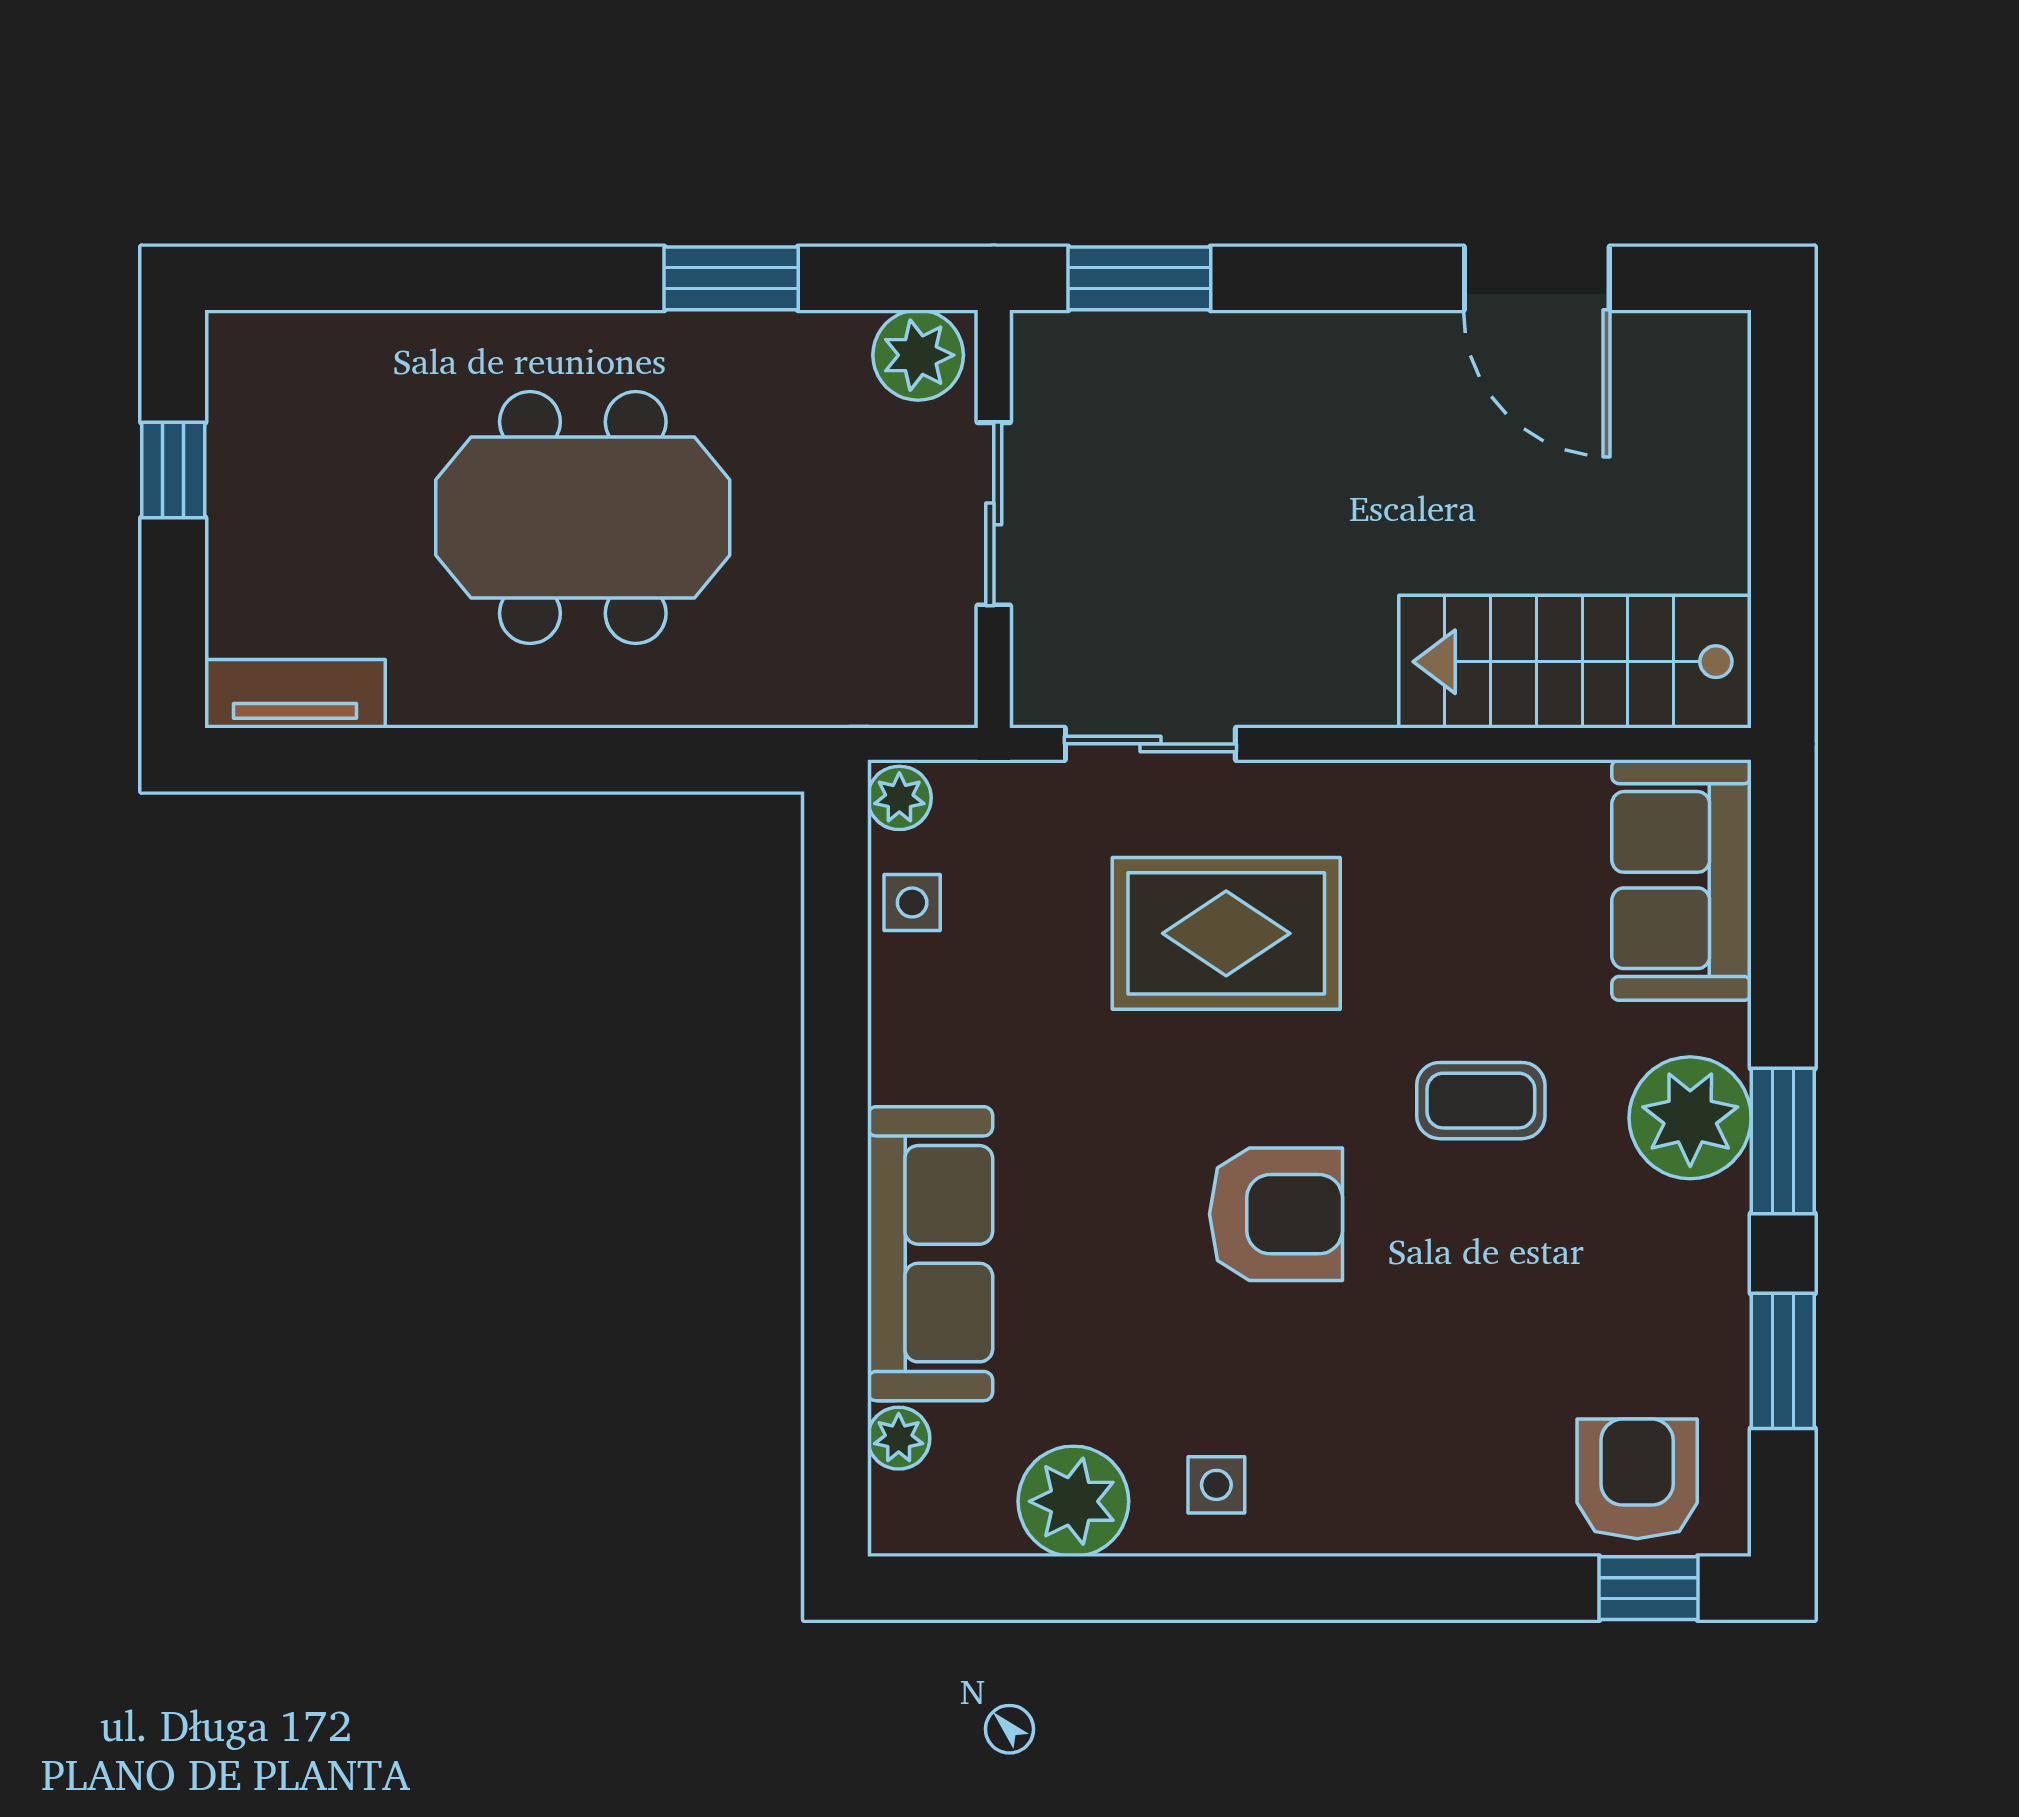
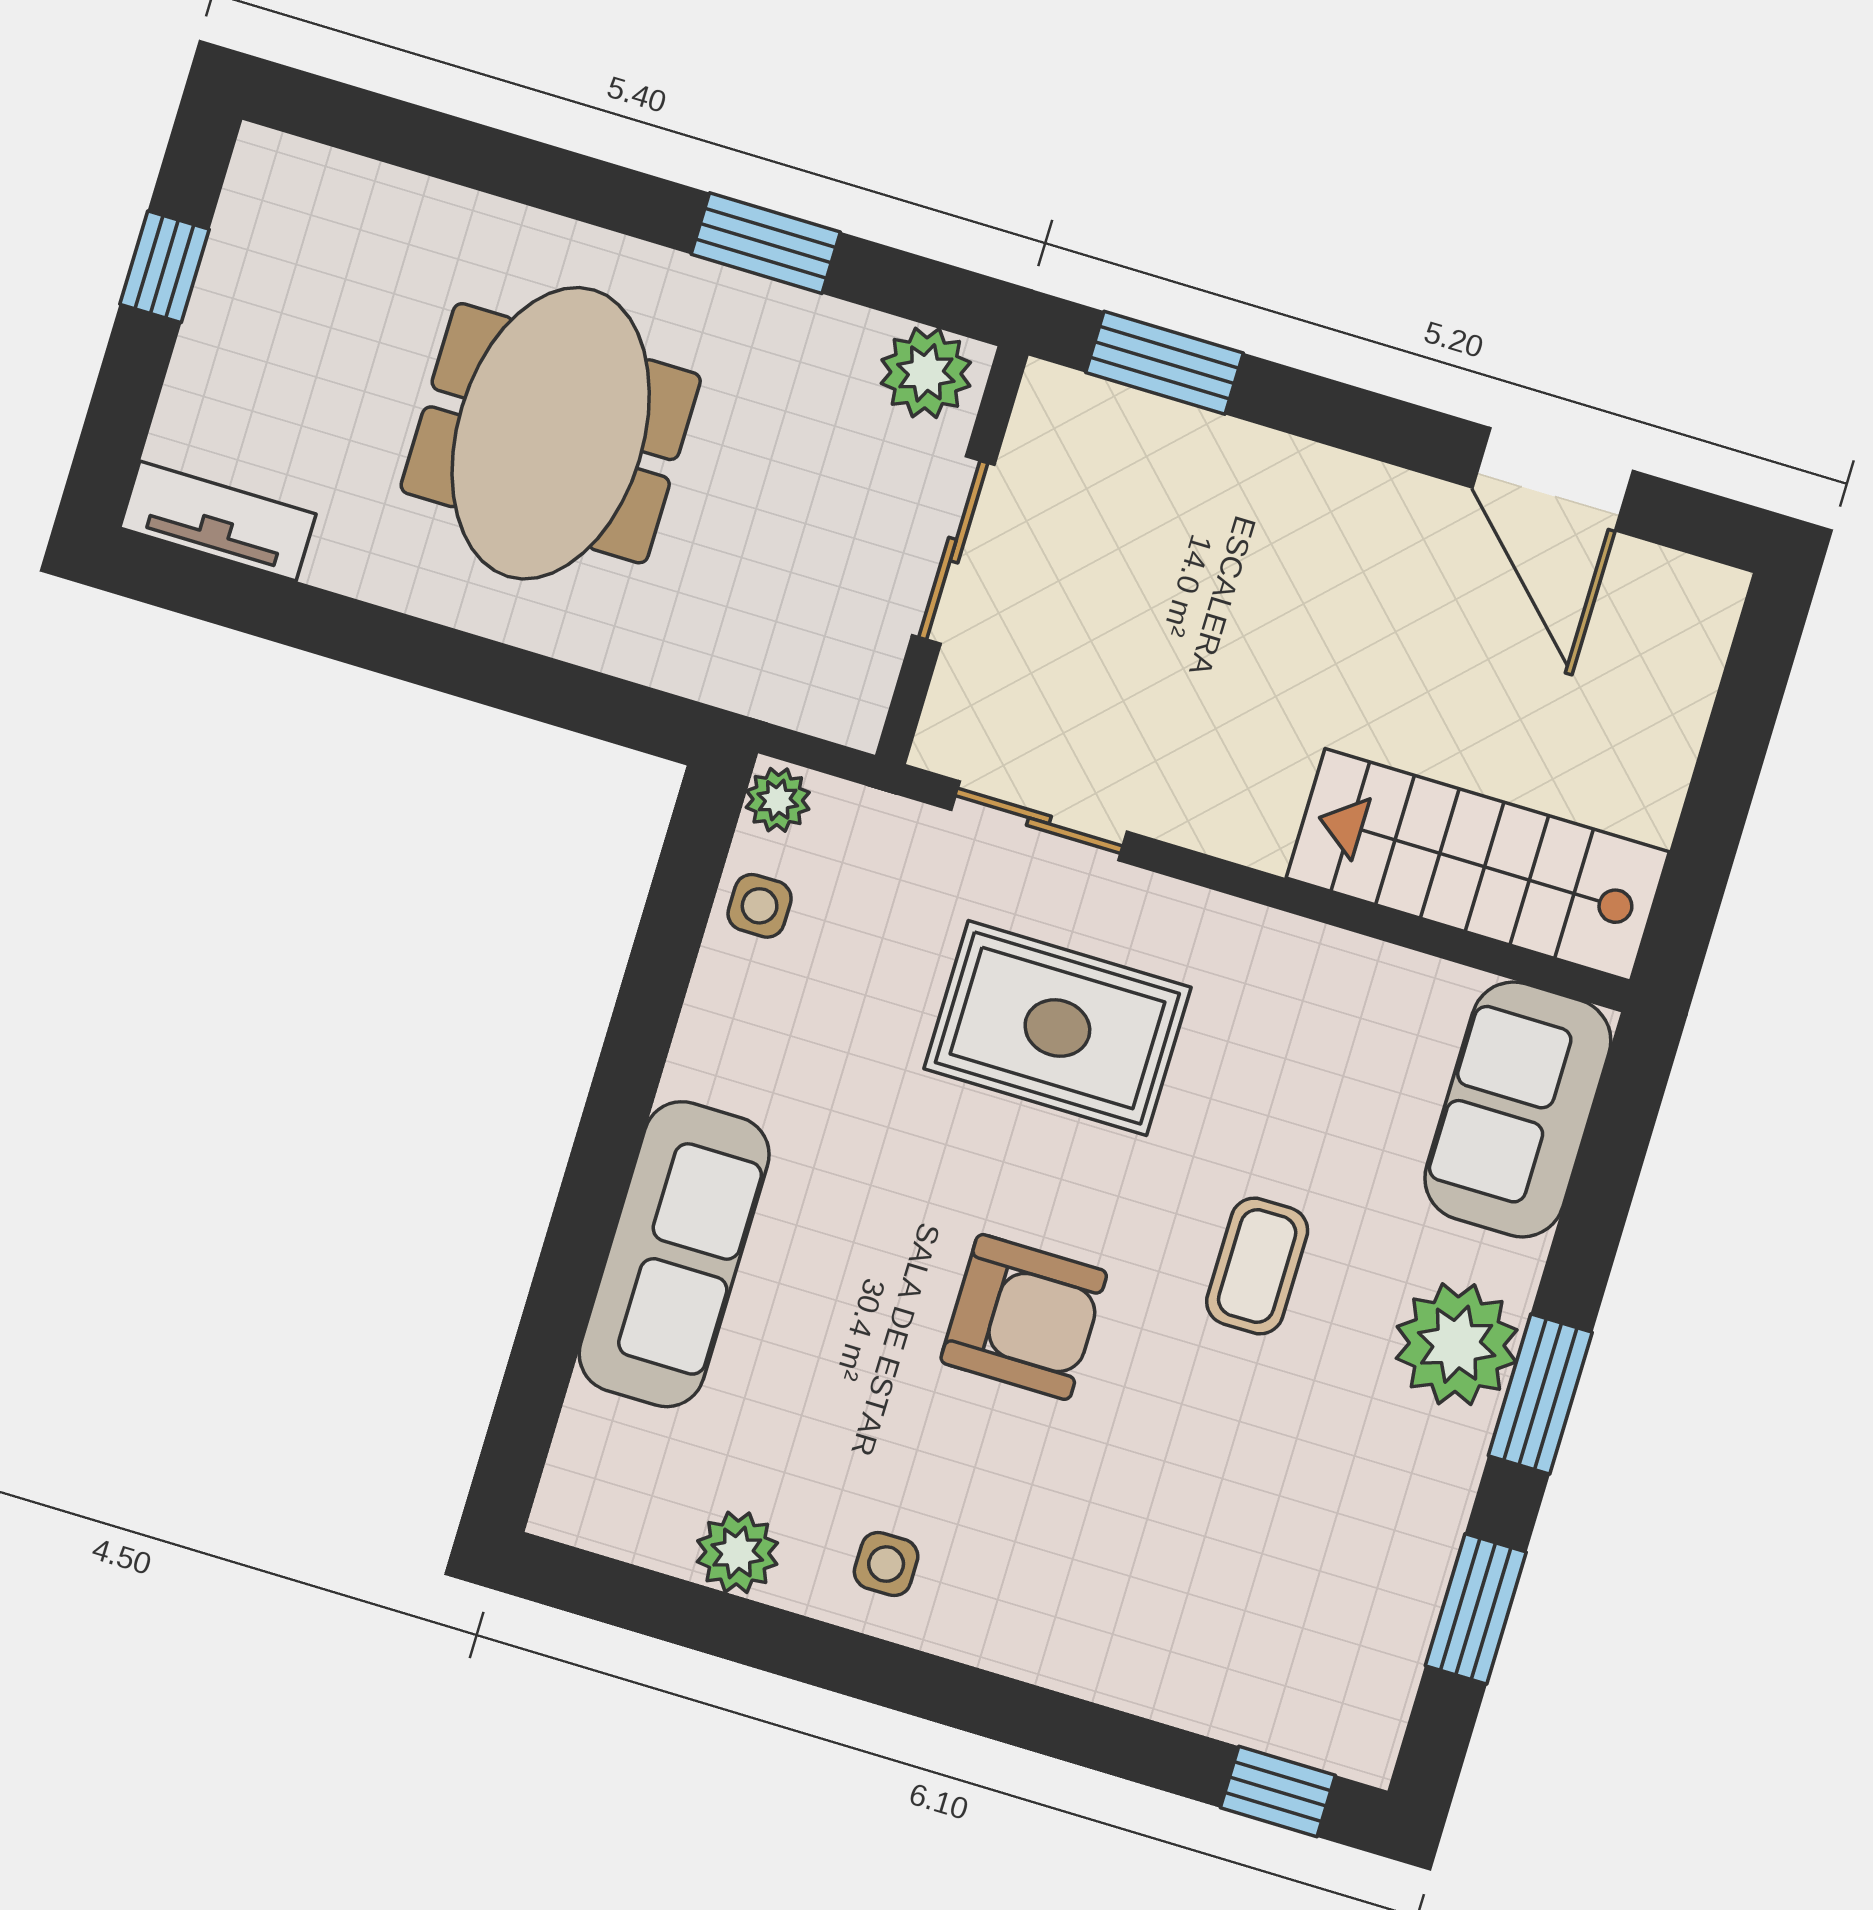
meeting table: (583, 518) -> (551, 433), turned 90
coffee table: (1481, 1101) -> (1257, 1266), turned 90
plant: (899, 1438) -> (589, 1425), removed
armchair: (1637, 1479) -> (1299, 1681), removed
plant: (1073, 1501) -> (737, 1552), width x0.73, depth x0.73

